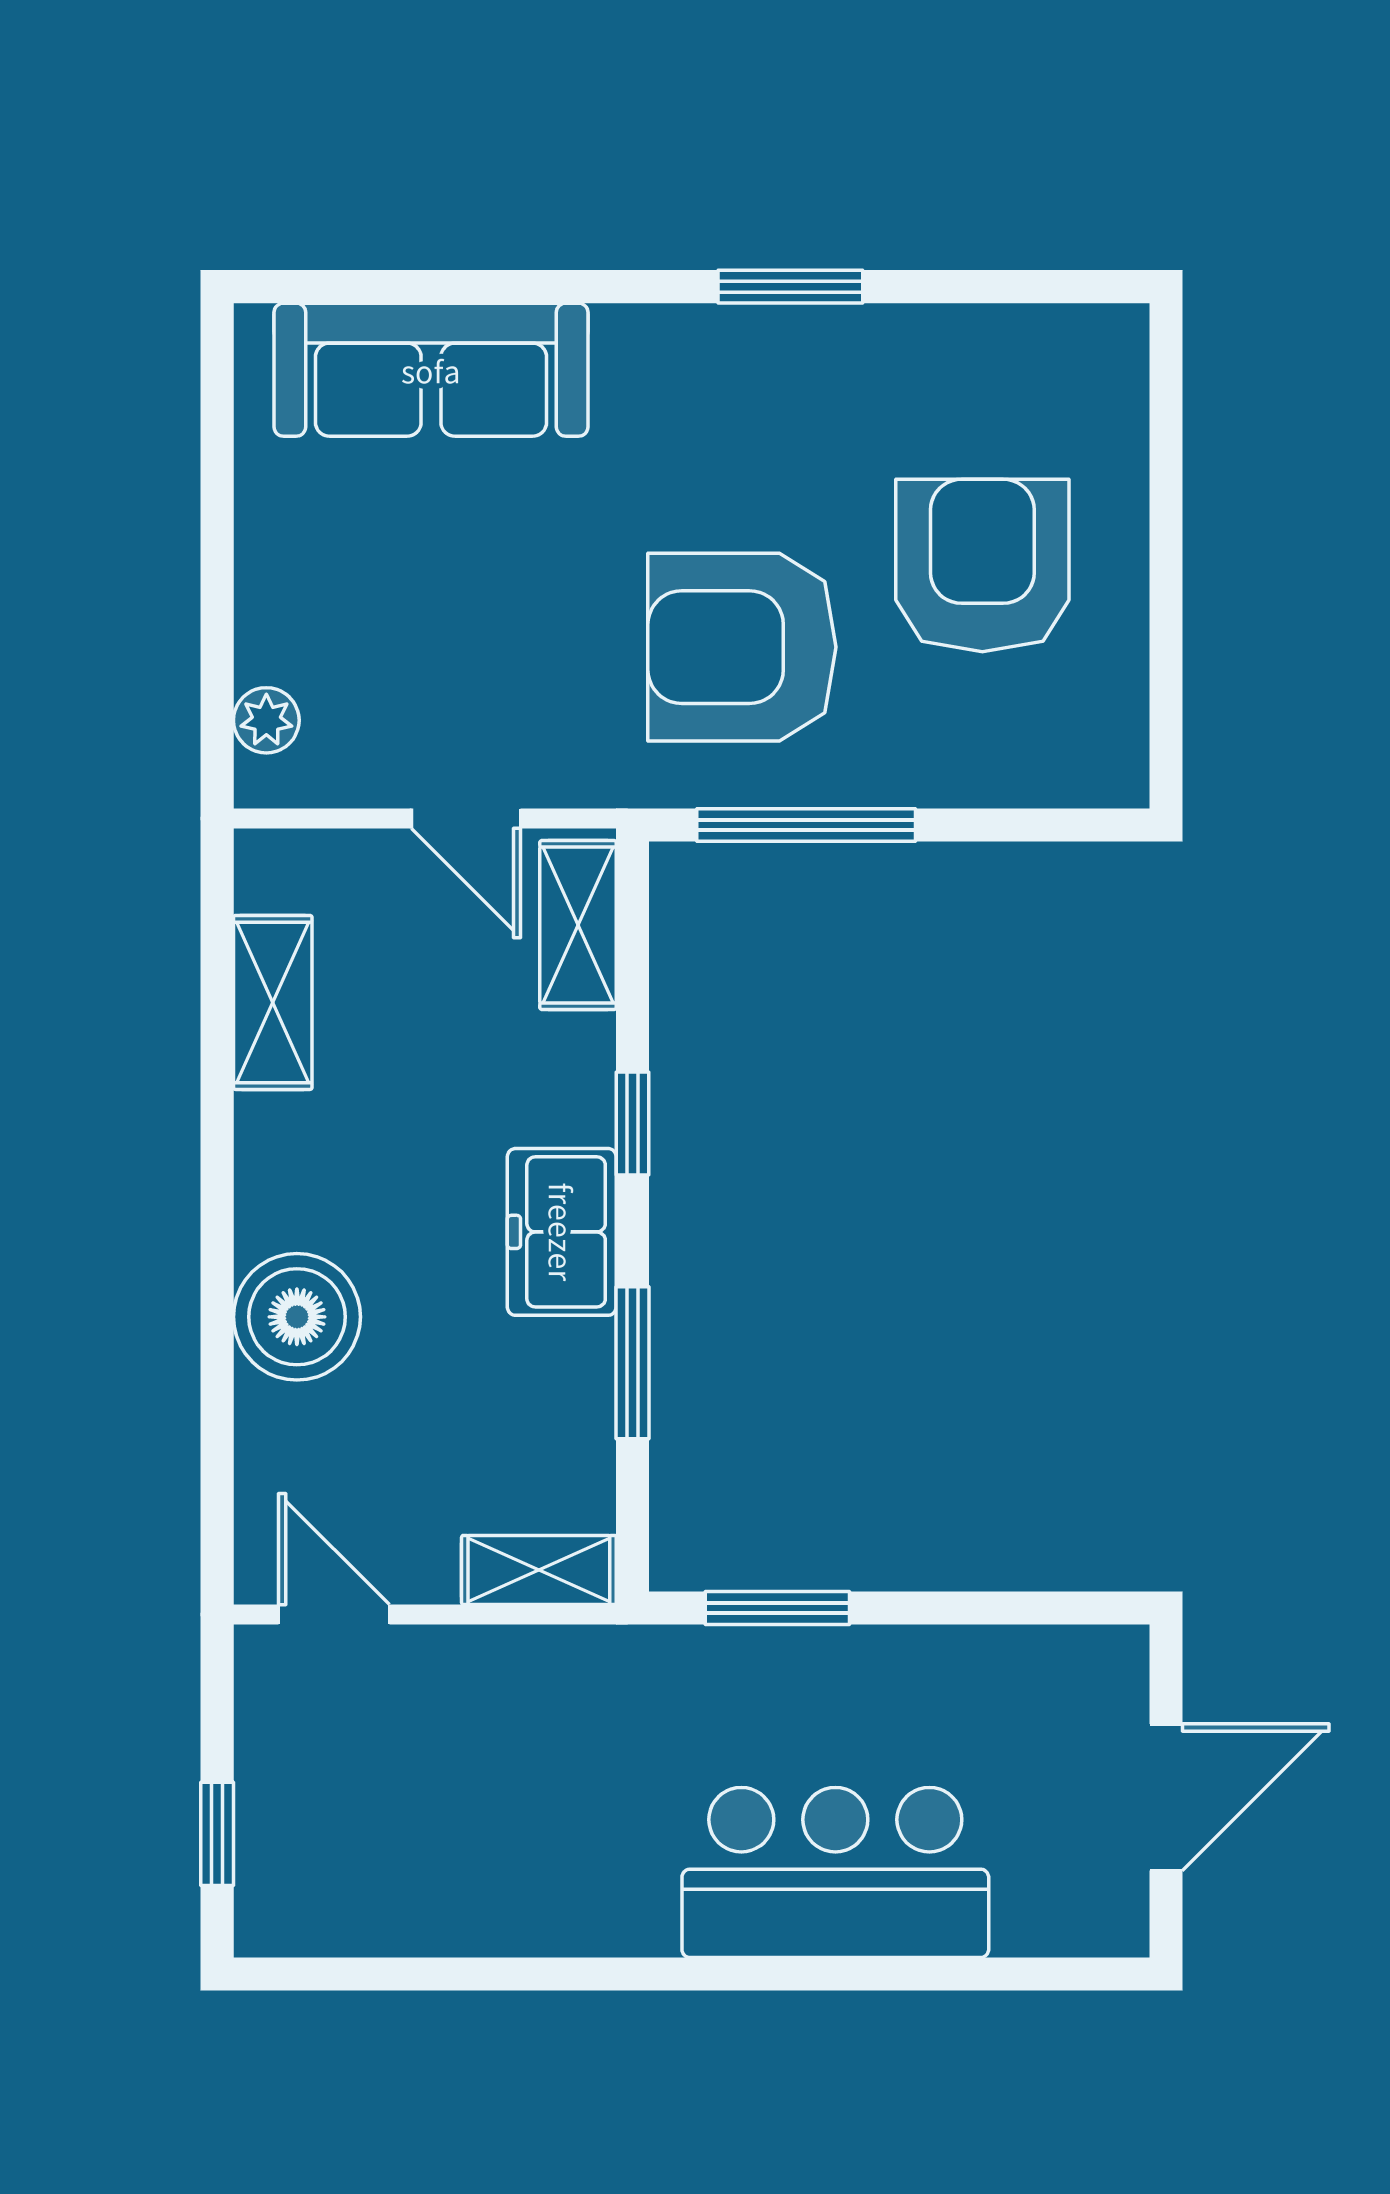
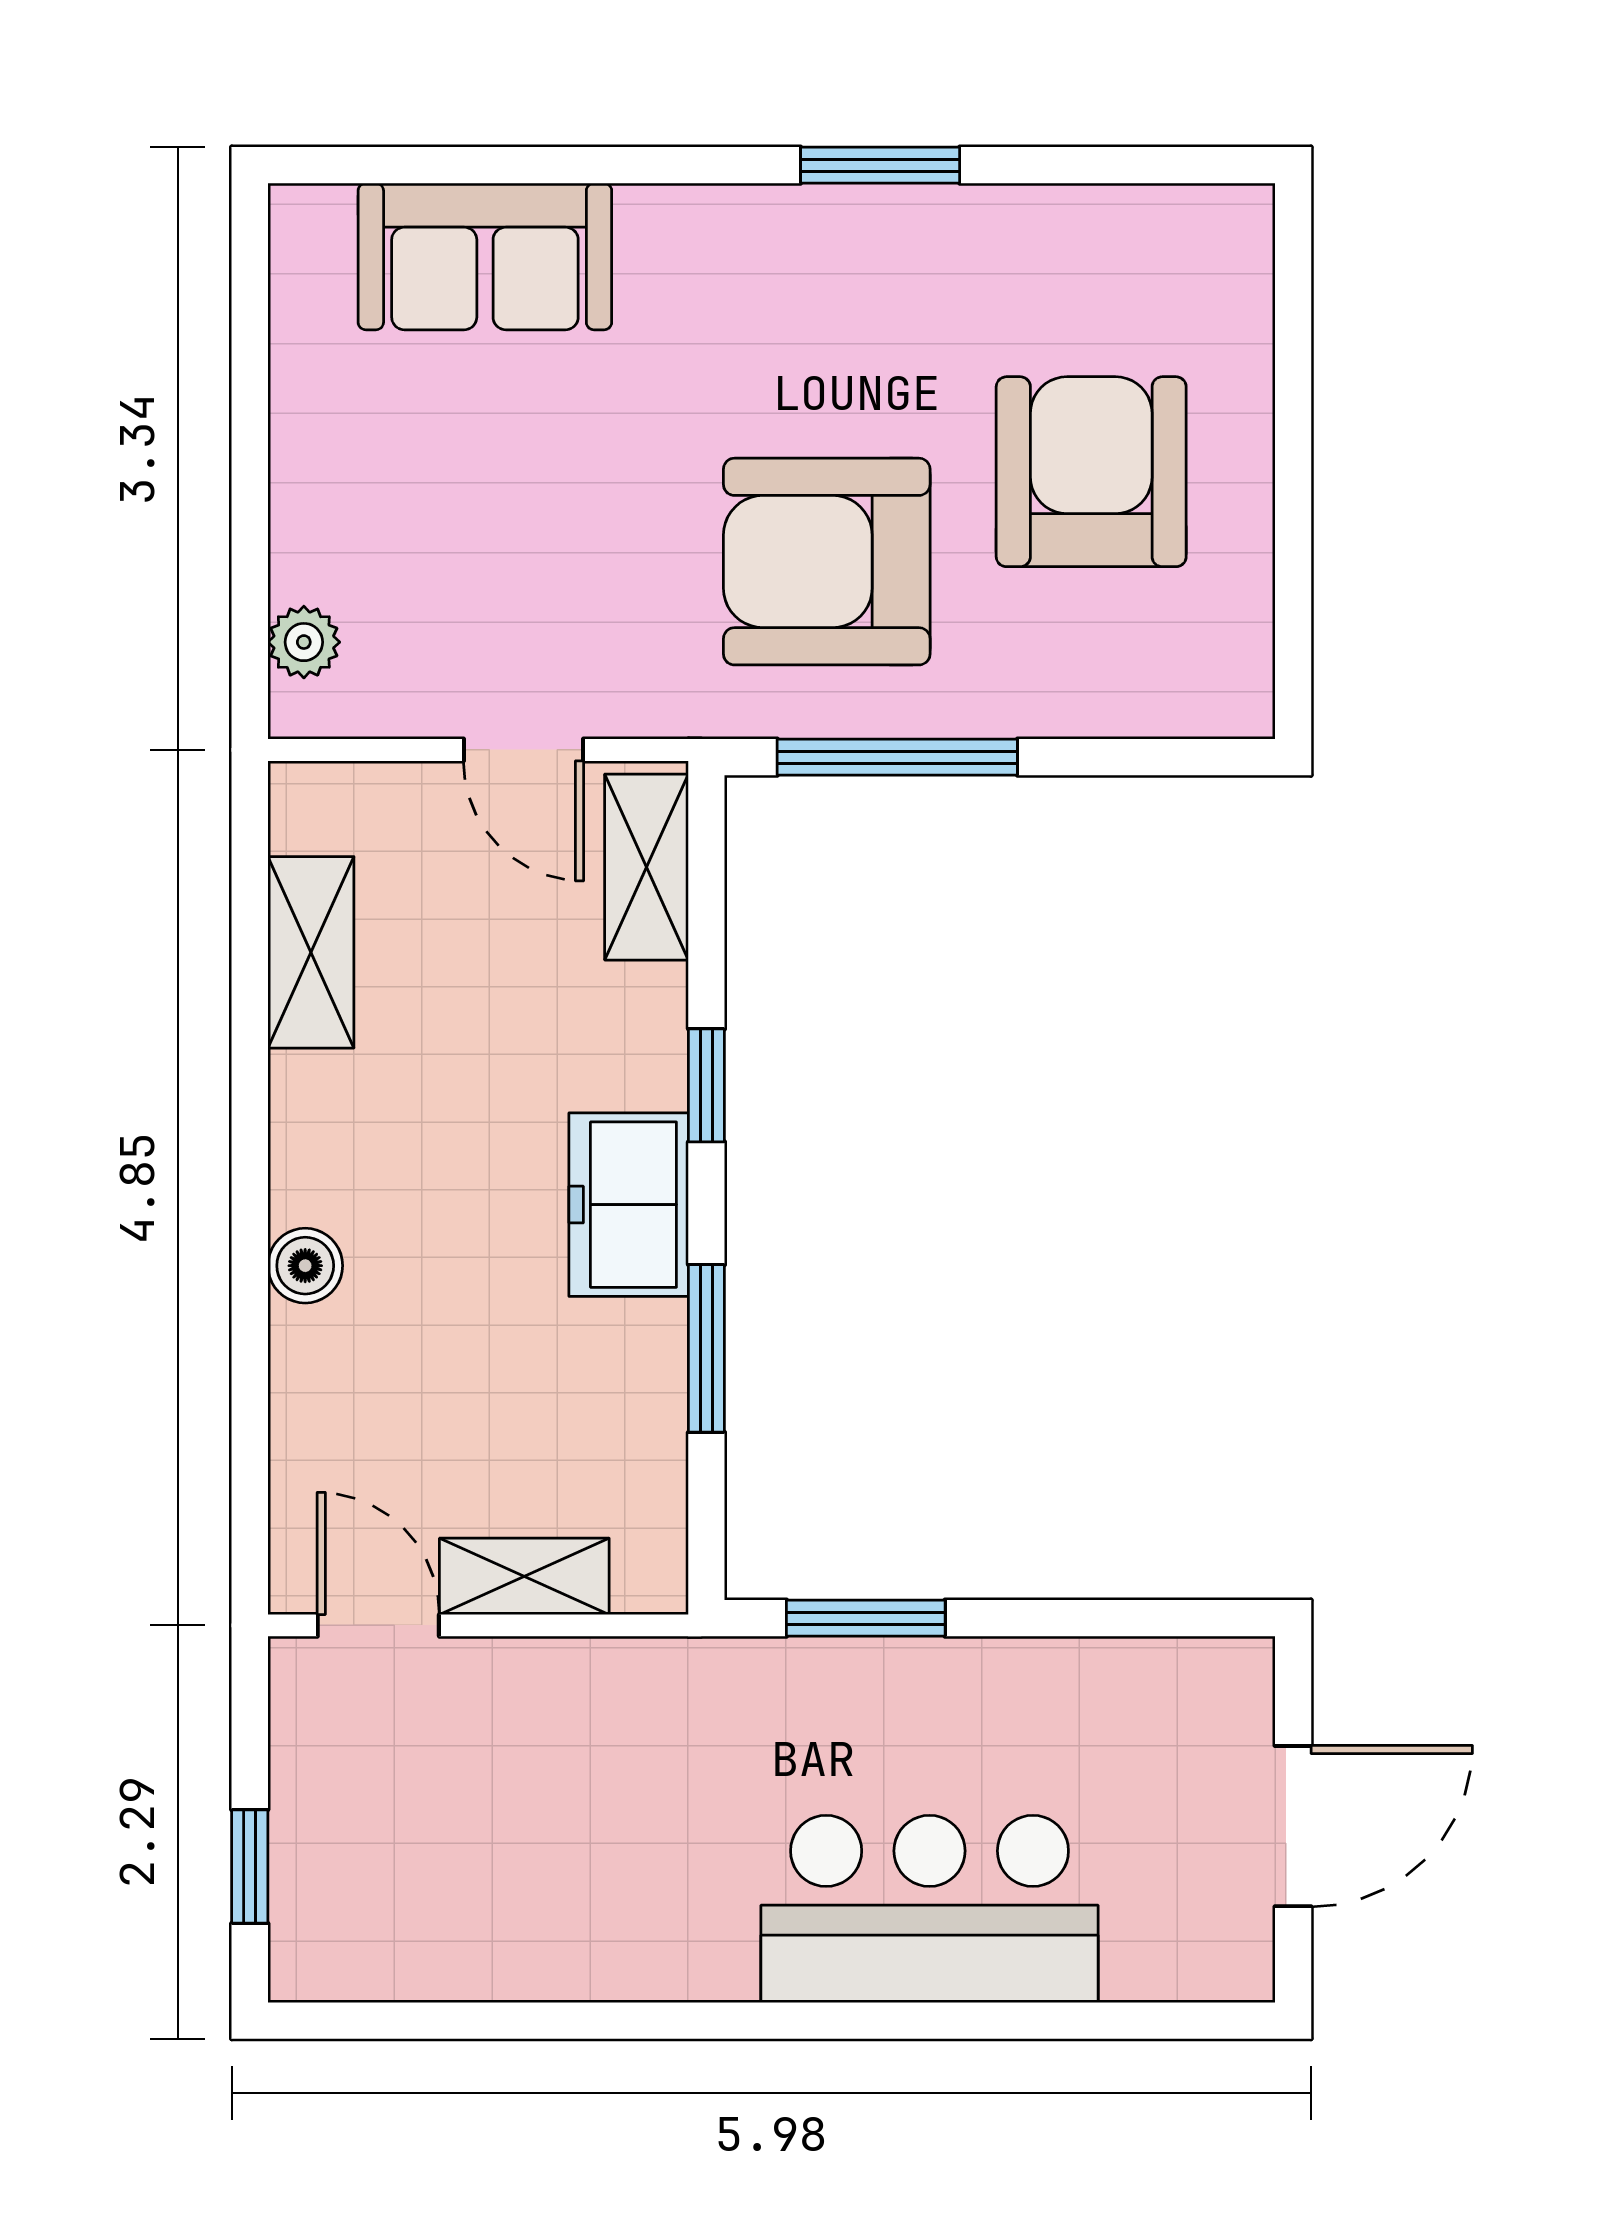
sofa: (431, 370) -> (485, 256), width x0.73
boiler: (297, 1317) -> (305, 1266), width x0.54, depth x0.54
shelving: (539, 1570) -> (524, 1576), moved

